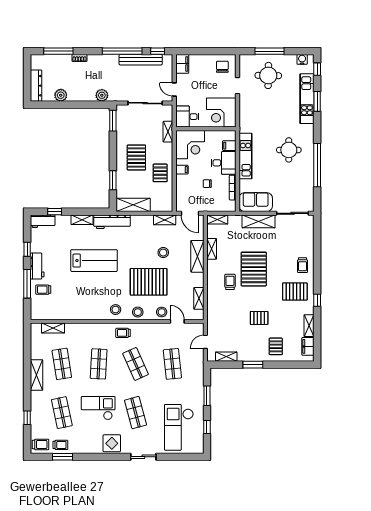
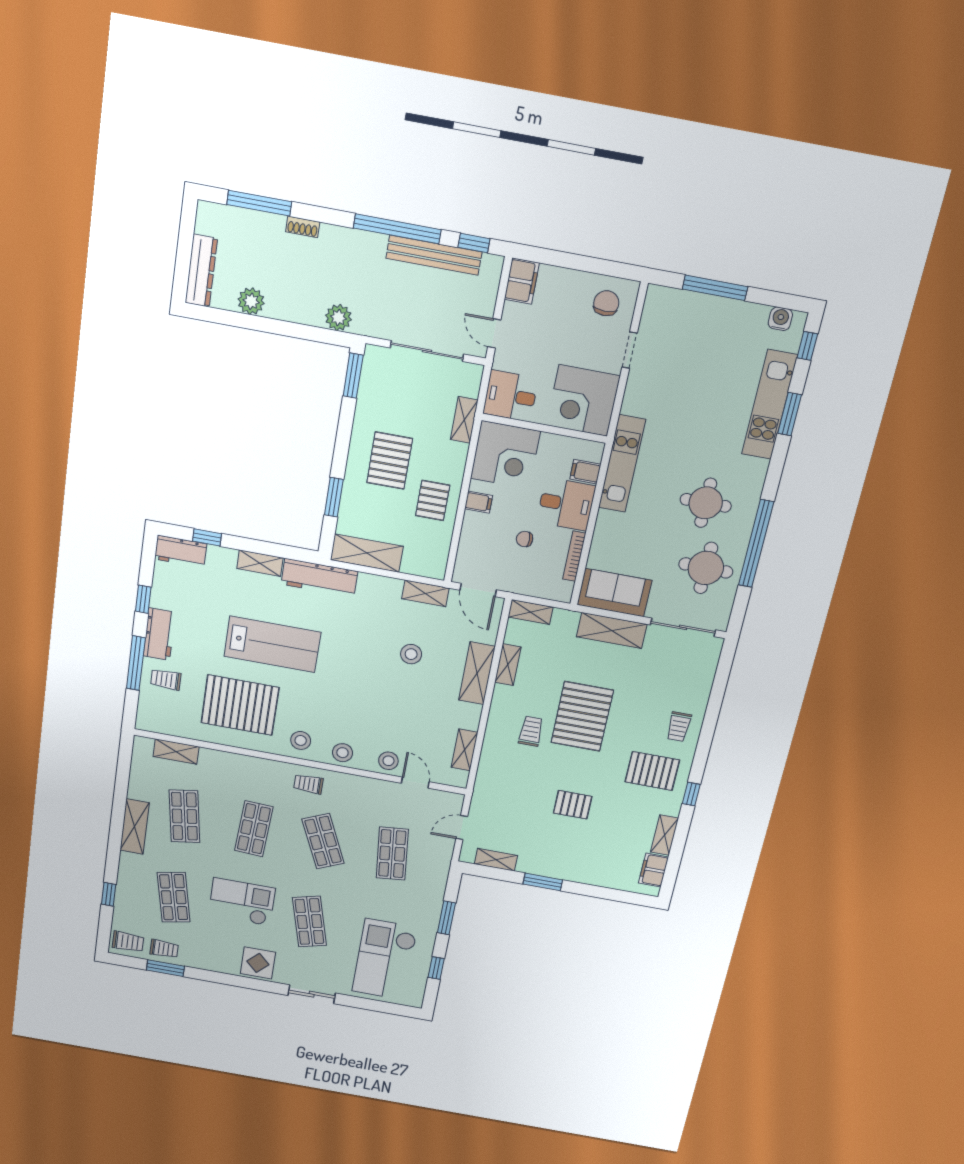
round table: (268, 75) -> (706, 568), moved
kitchen unit: (246, 156) -> (622, 464), moved
pallet: (149, 282) -> (240, 705), moved
pallet: (276, 346) -> (593, 859), removed

